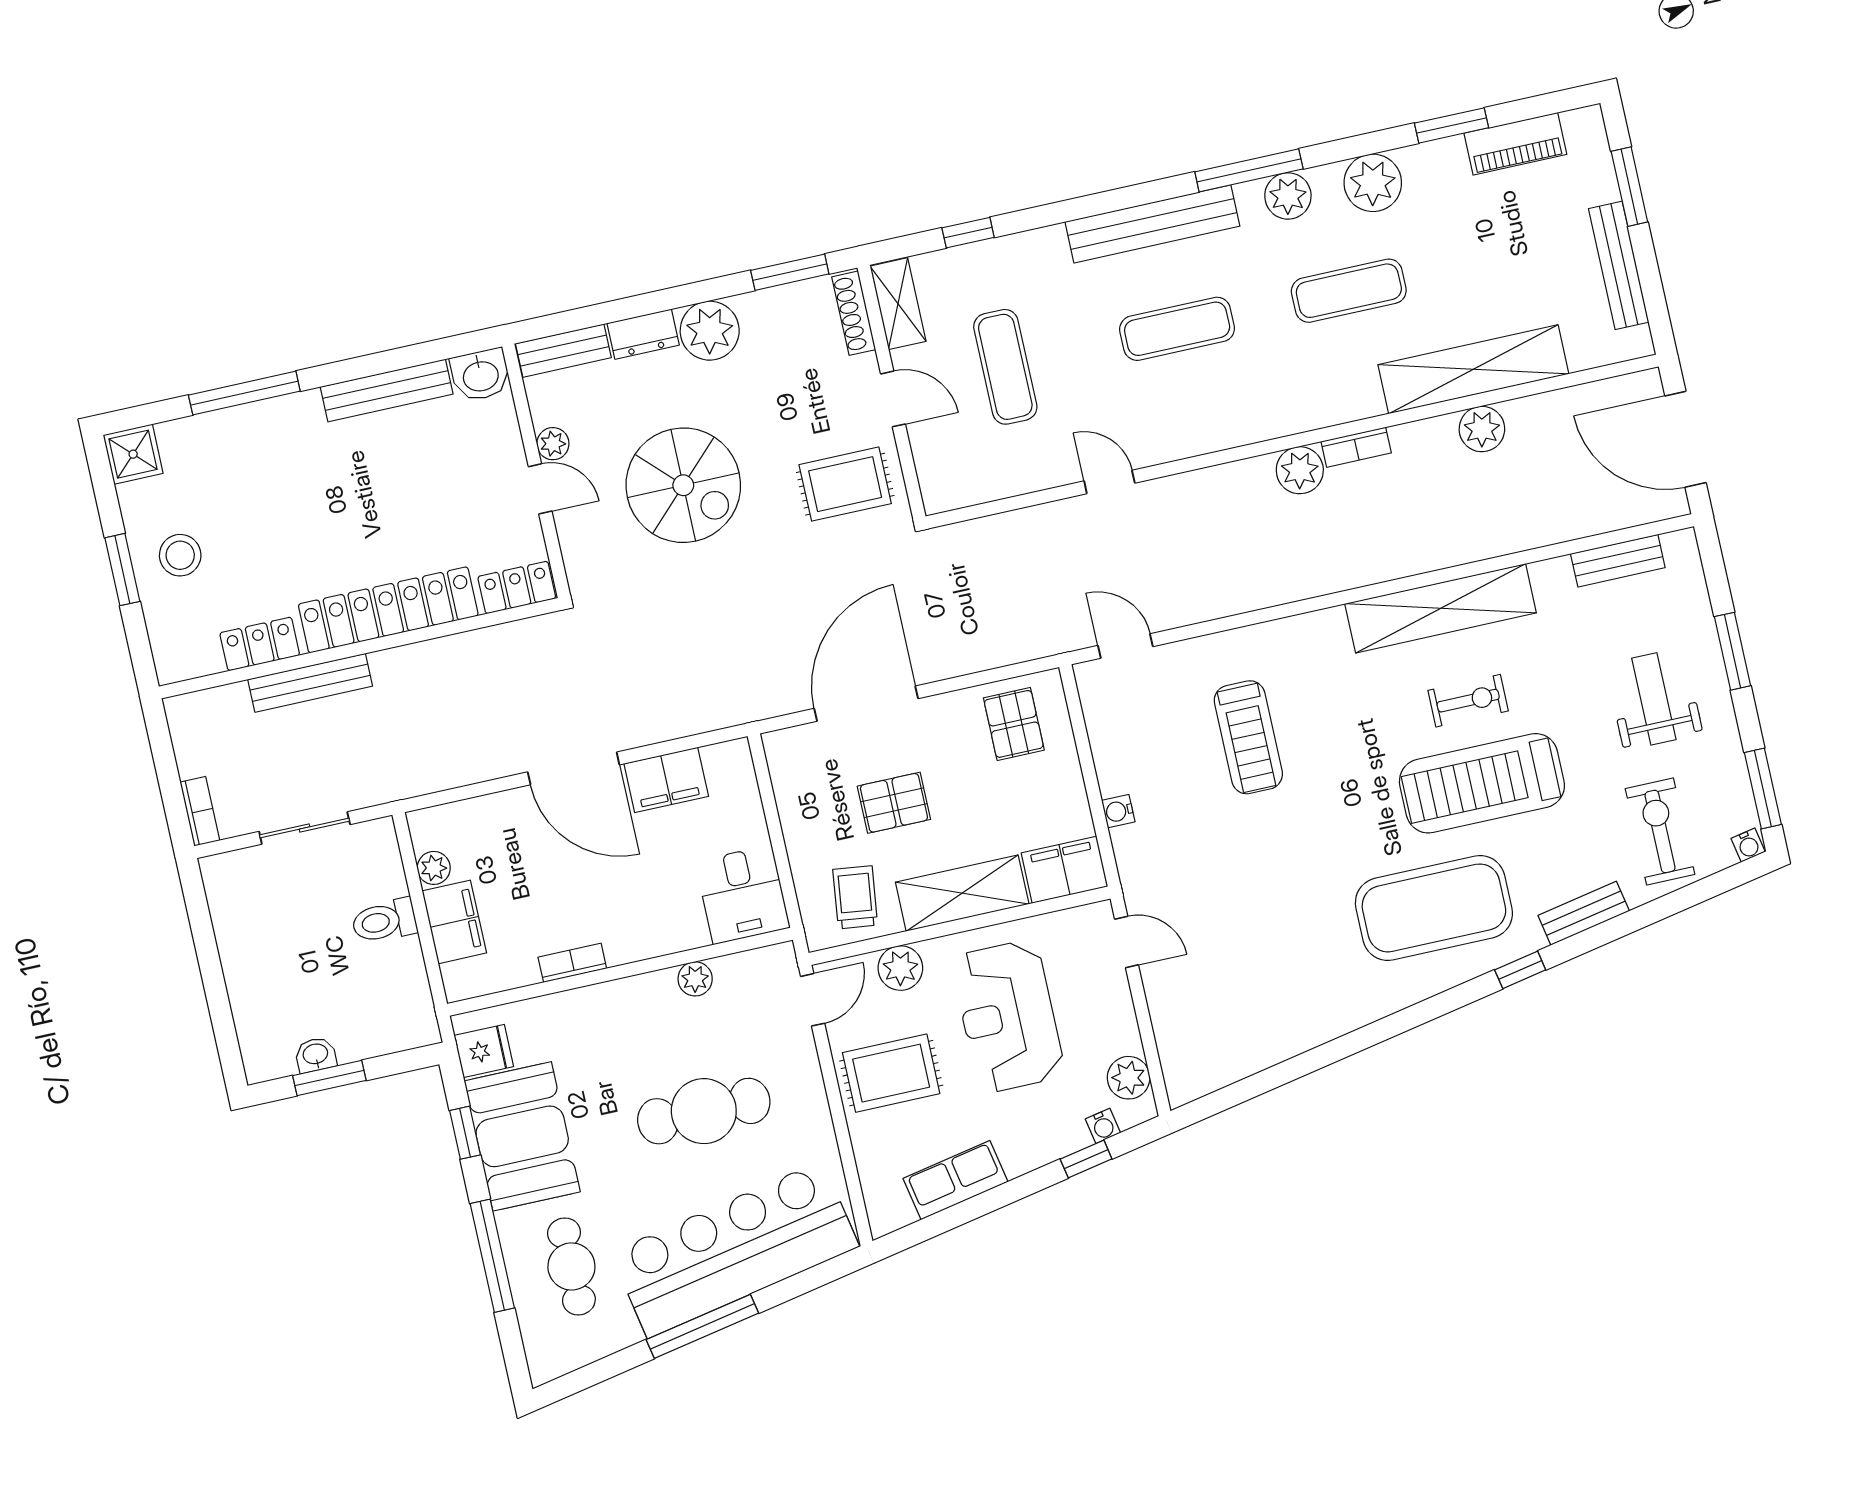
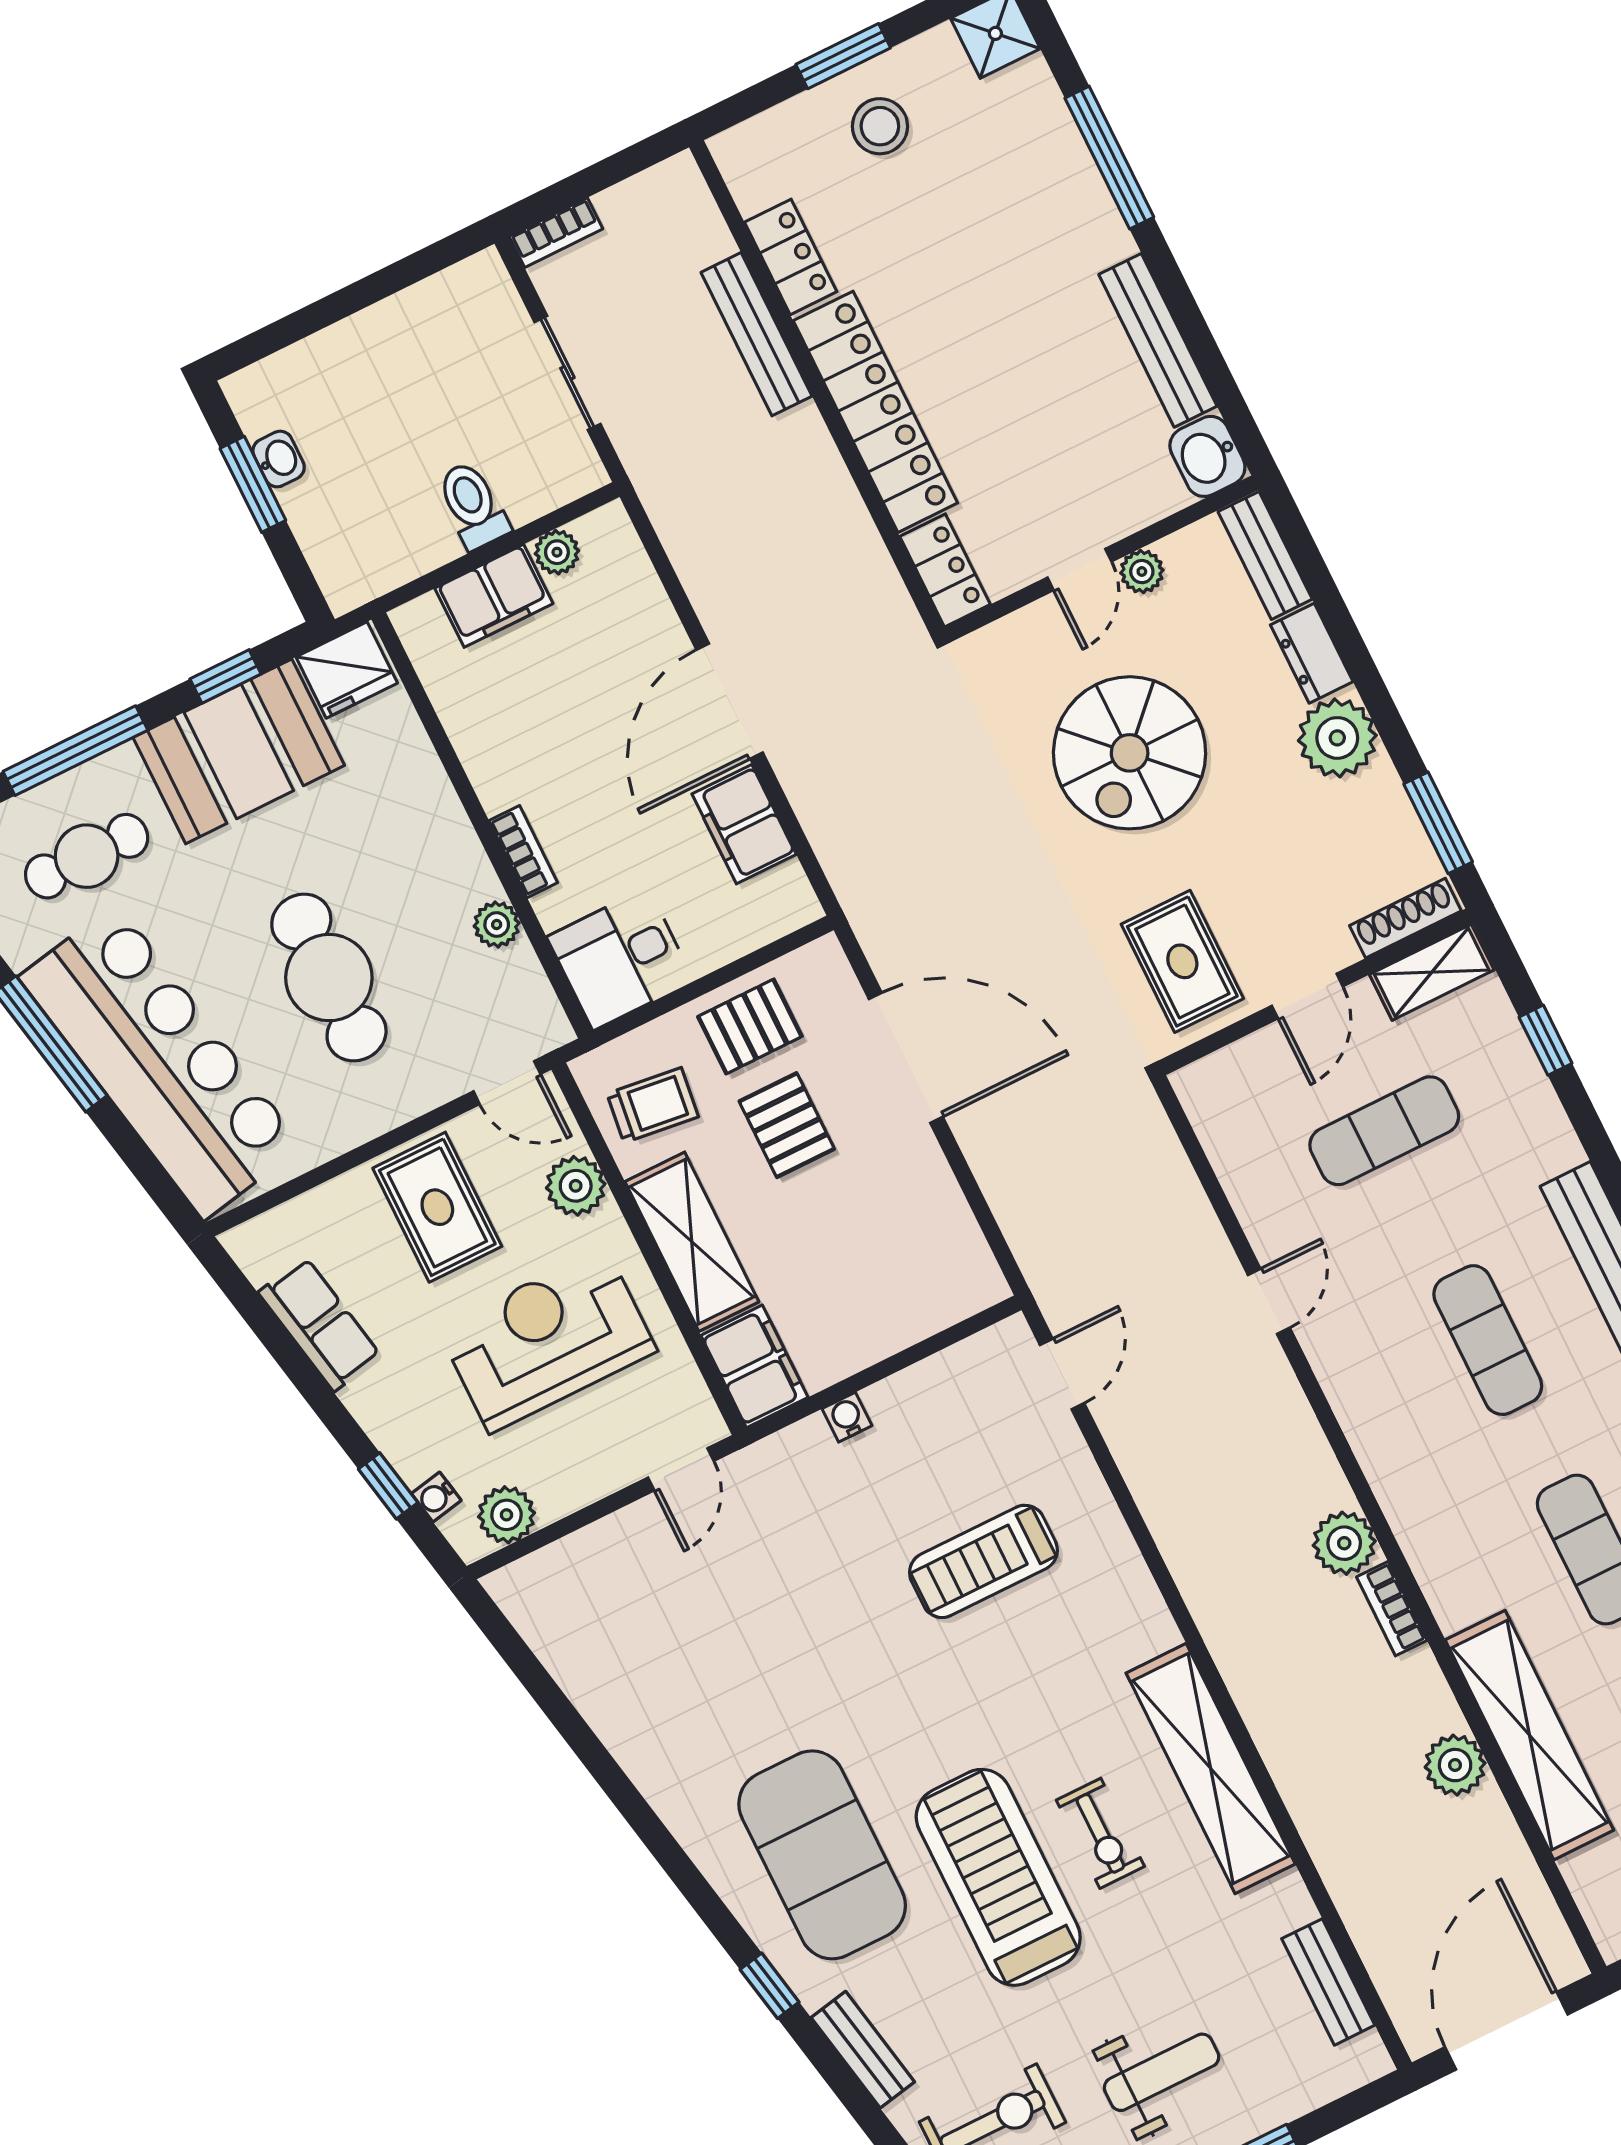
pallet: (1014, 724) -> (750, 1026), moved
bookcase: (572, 963) -> (523, 852), moved
fridge: (484, 1051) -> (347, 670), width x1.38

